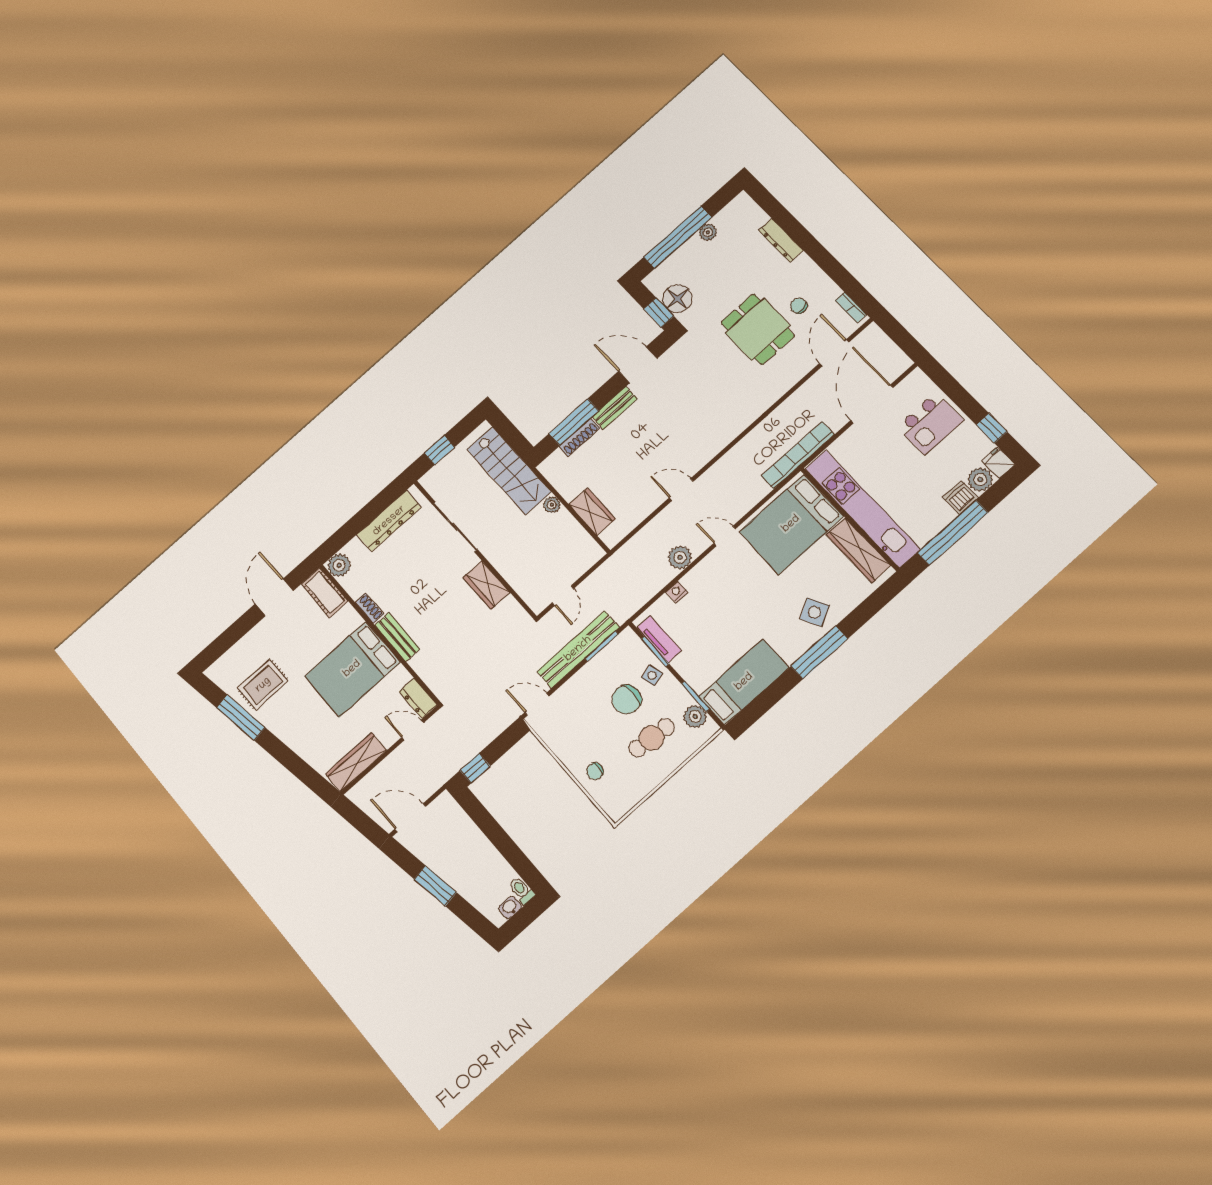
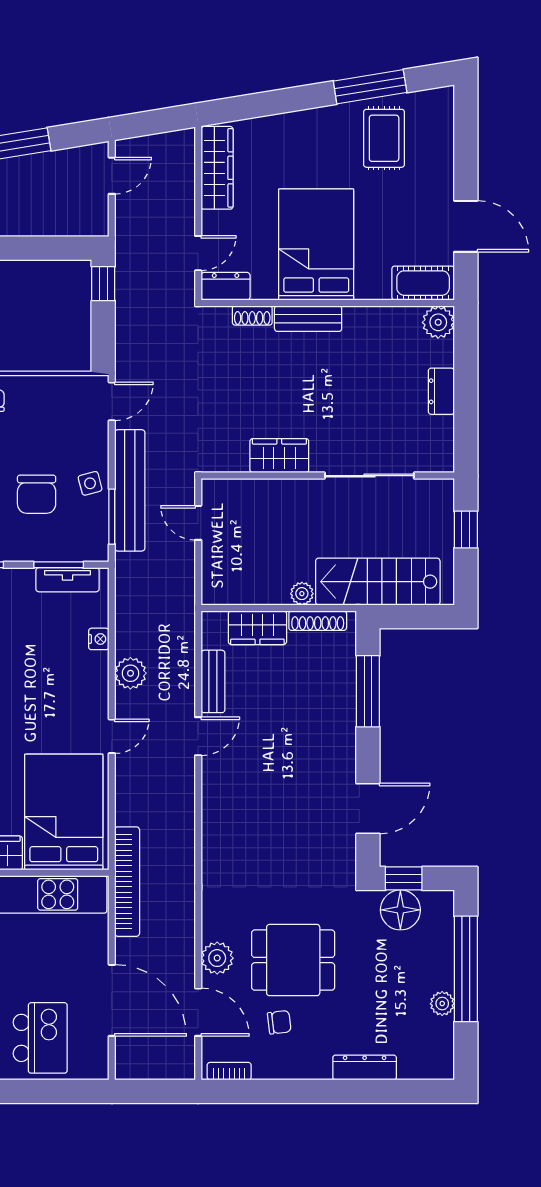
plant: (795, 370) -> (217, 958), added
bench: (615, 408) -> (213, 681), moved
kitchen island: (930, 423) -> (40, 1038), turned 180
shoe rack: (579, 437) -> (318, 621), moved, turned -90
dresser: (389, 521) -> (441, 391), width x0.51, depth x0.80
shoe rack: (369, 608) -> (252, 315), moved
side table: (652, 675) -> (90, 483), moved
chair: (626, 699) -> (37, 494), turned 180
door: (410, 818) -> (112, 176), width x0.73

